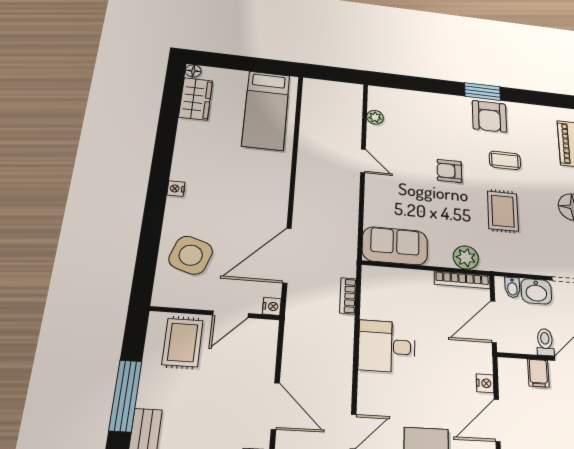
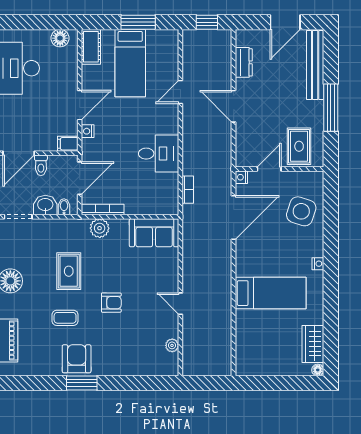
bed: (266, 110) -> (271, 293), moved, turned 90
filing cabinet: (538, 373) -> (68, 144), moved, turned -90

